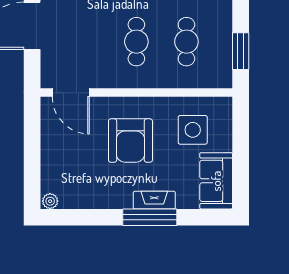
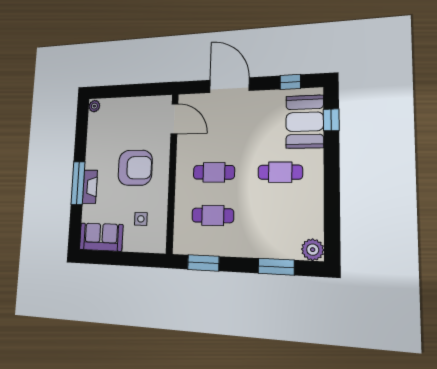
door: (71, 93) -> (174, 119), swing flipped
side table: (193, 130) -> (141, 219), width x0.54, depth x0.54
armchair: (130, 141) -> (135, 168), turned 180

